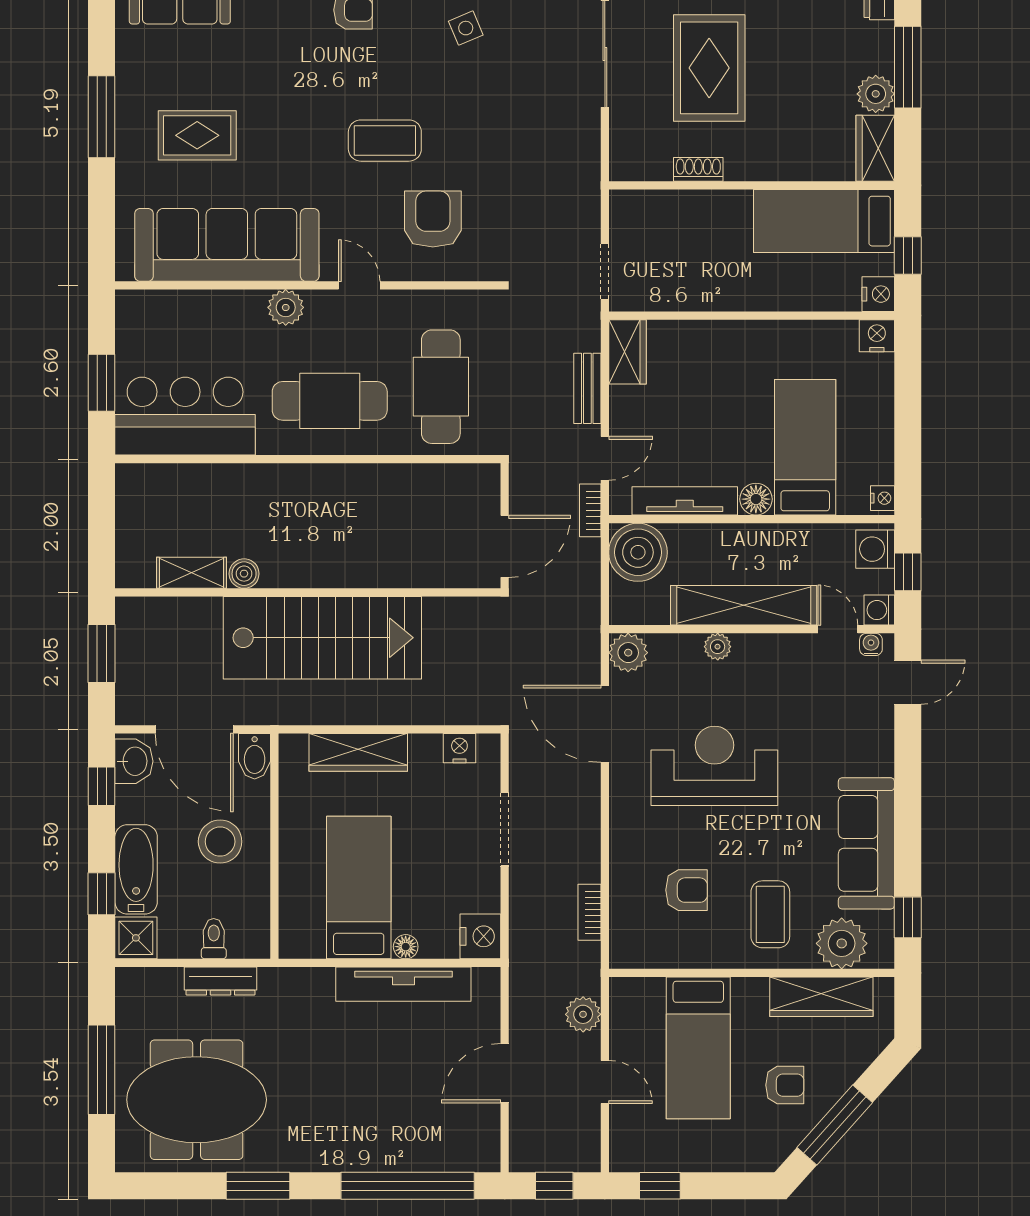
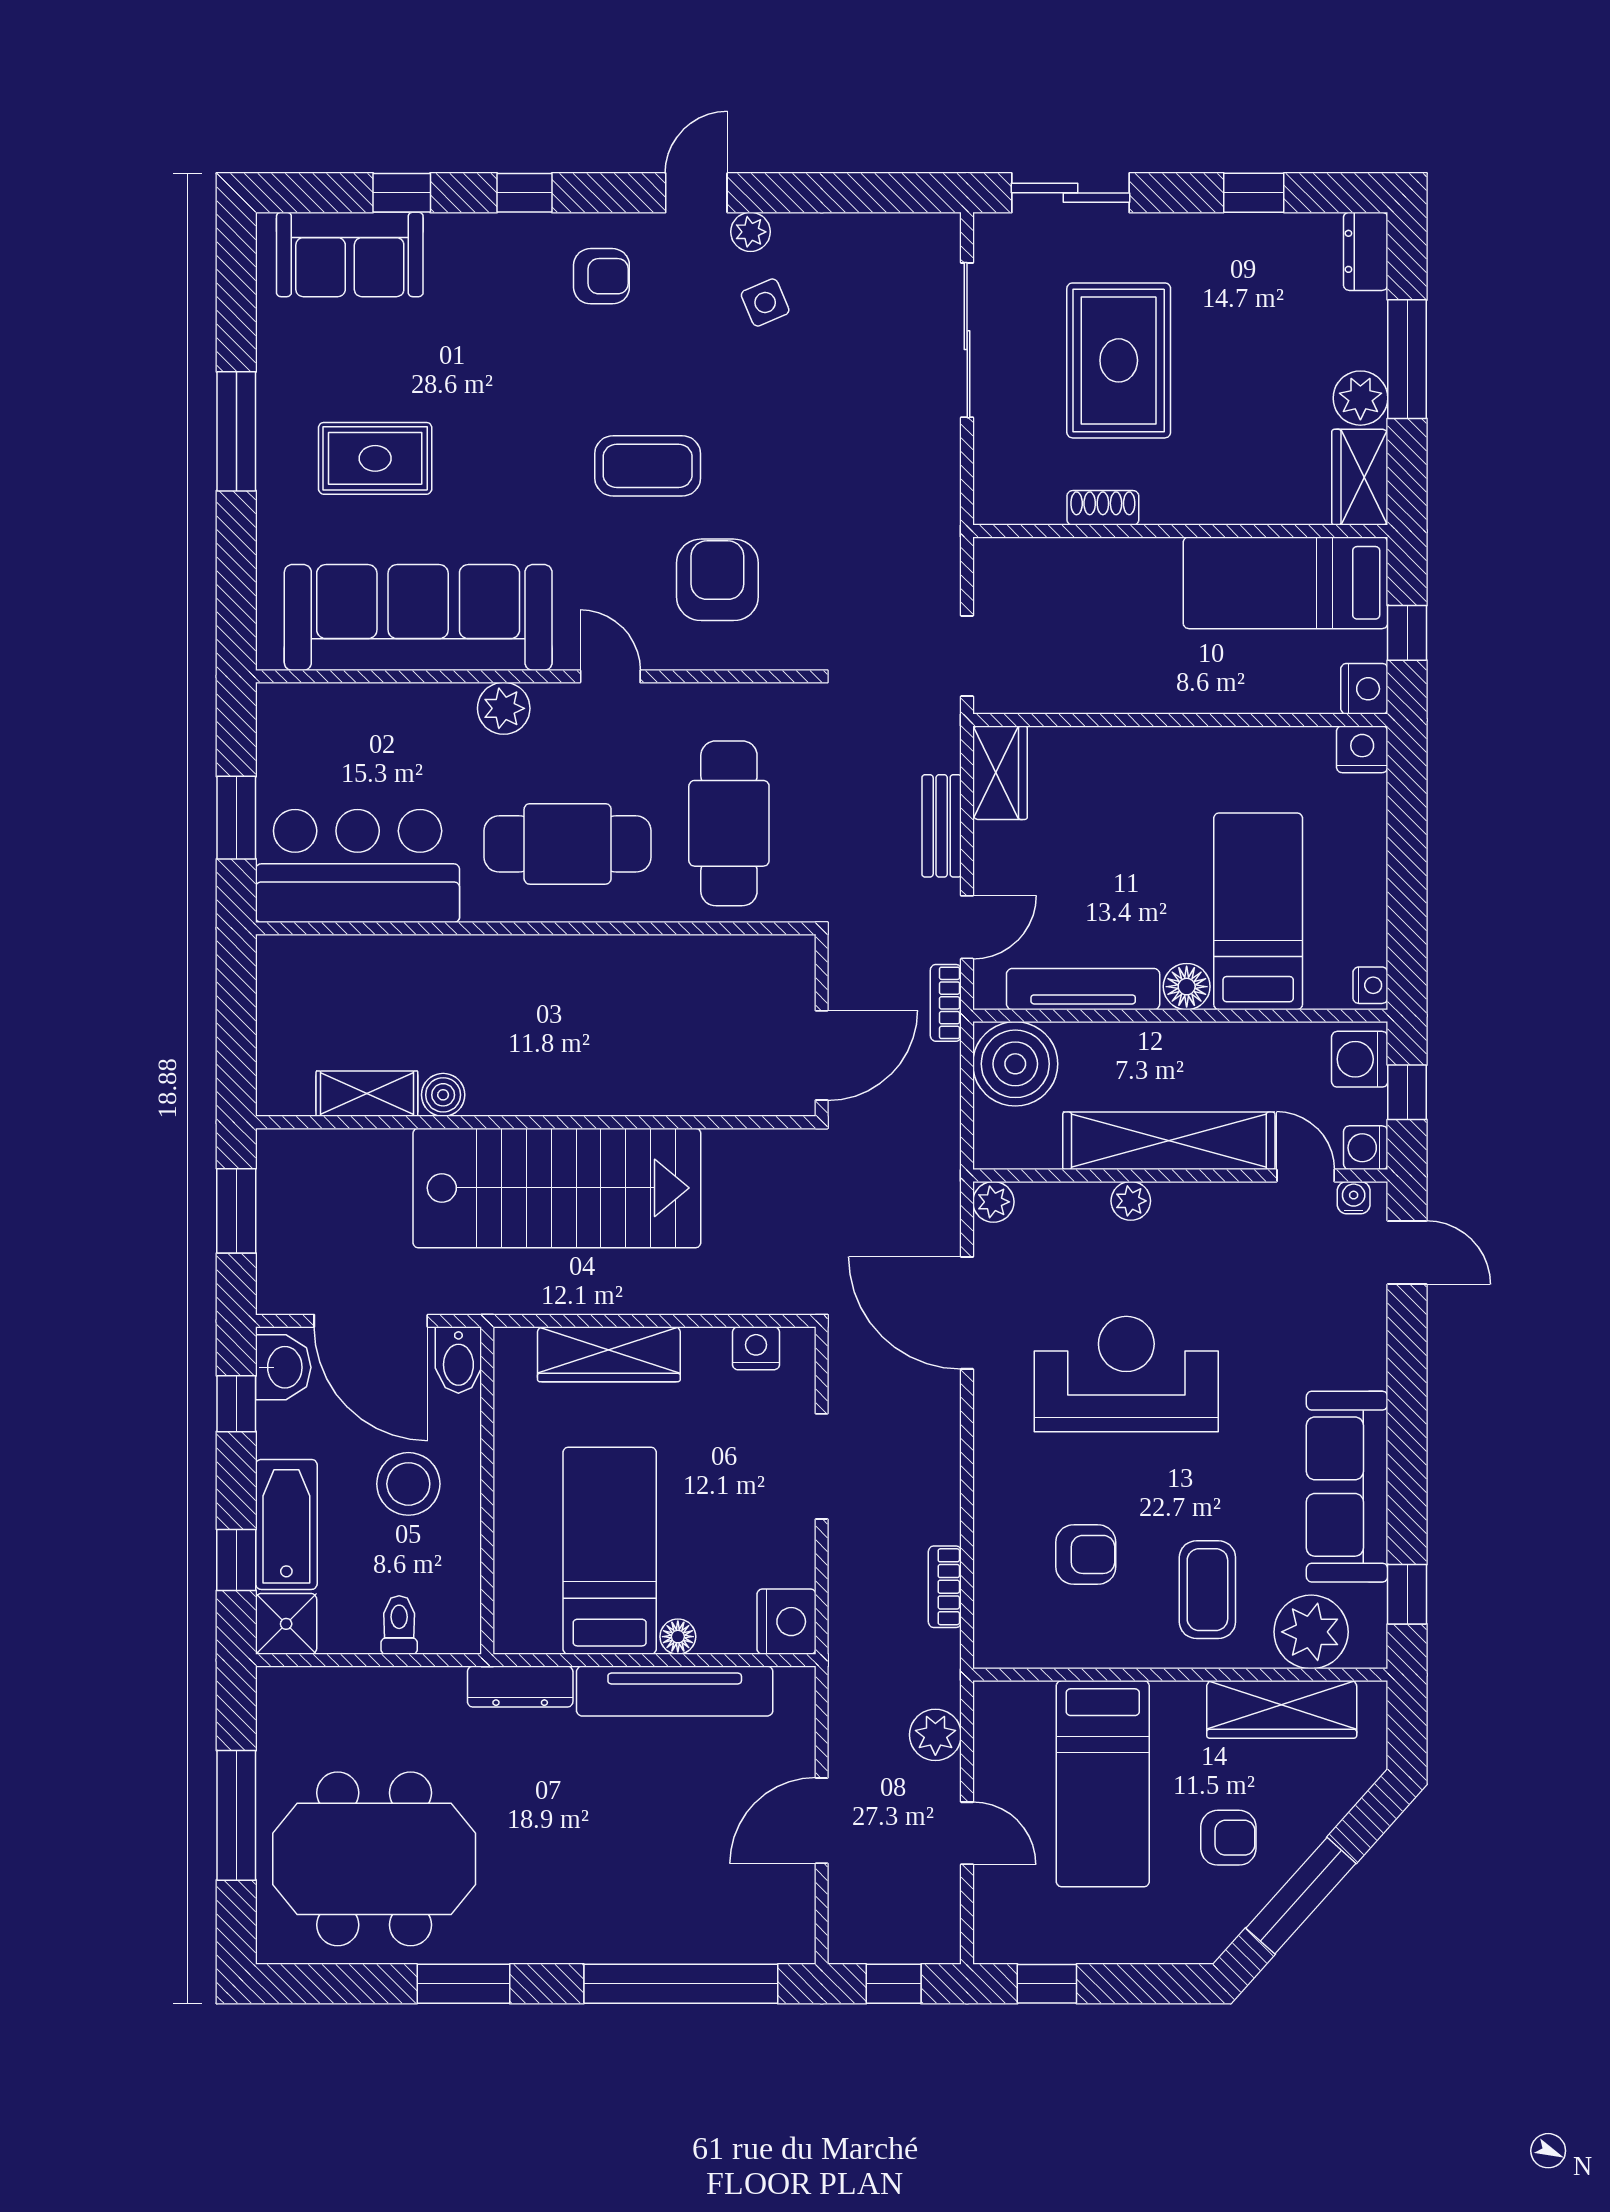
plant: (628, 653) -> (993, 1202), width x0.73, depth x0.73
door: (908, 682) -> (1407, 1252), hinge flipped
dresser: (220, 981) -> (520, 1687), moved

